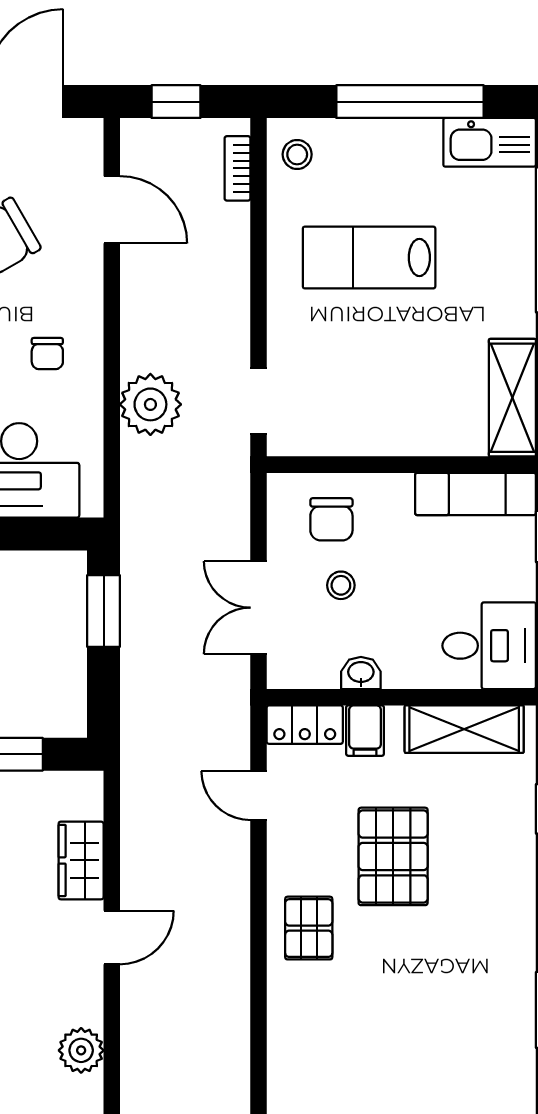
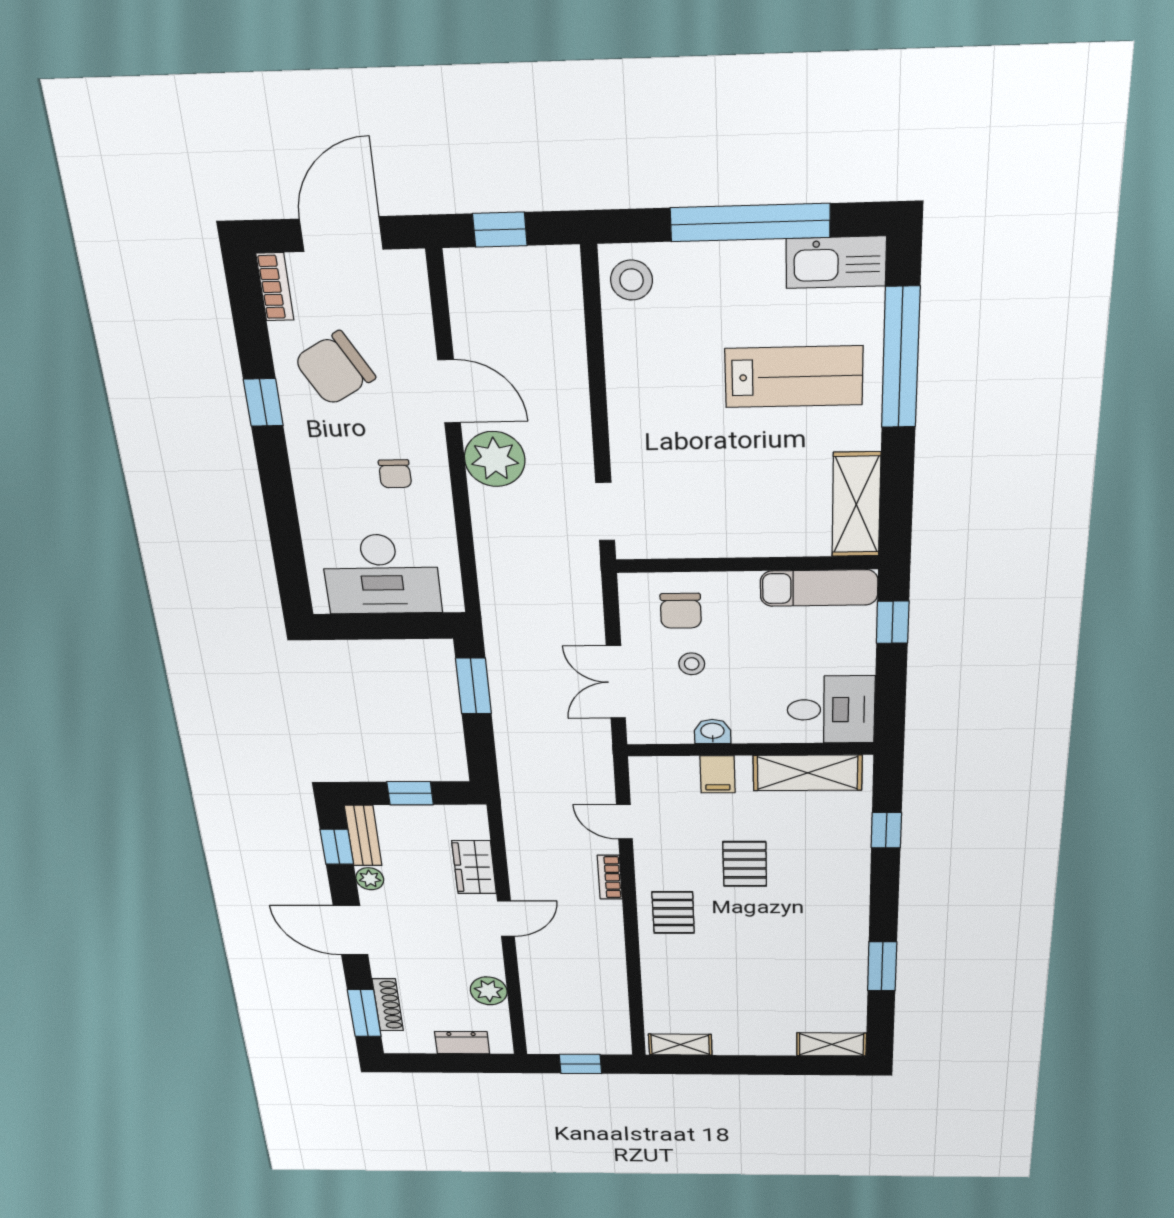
stool: (297, 154) -> (631, 280), width x1.37, depth x1.37
bookcase: (237, 168) -> (610, 877), moved
door: (112, 210) -> (449, 391), moved
lab bench: (369, 258) -> (794, 377), moved, turned 180
plant: (150, 404) -> (495, 459), moved
locker: (305, 725) -> (663, 770), removed
pallet: (393, 856) -> (745, 864), width x0.67, depth x0.71

